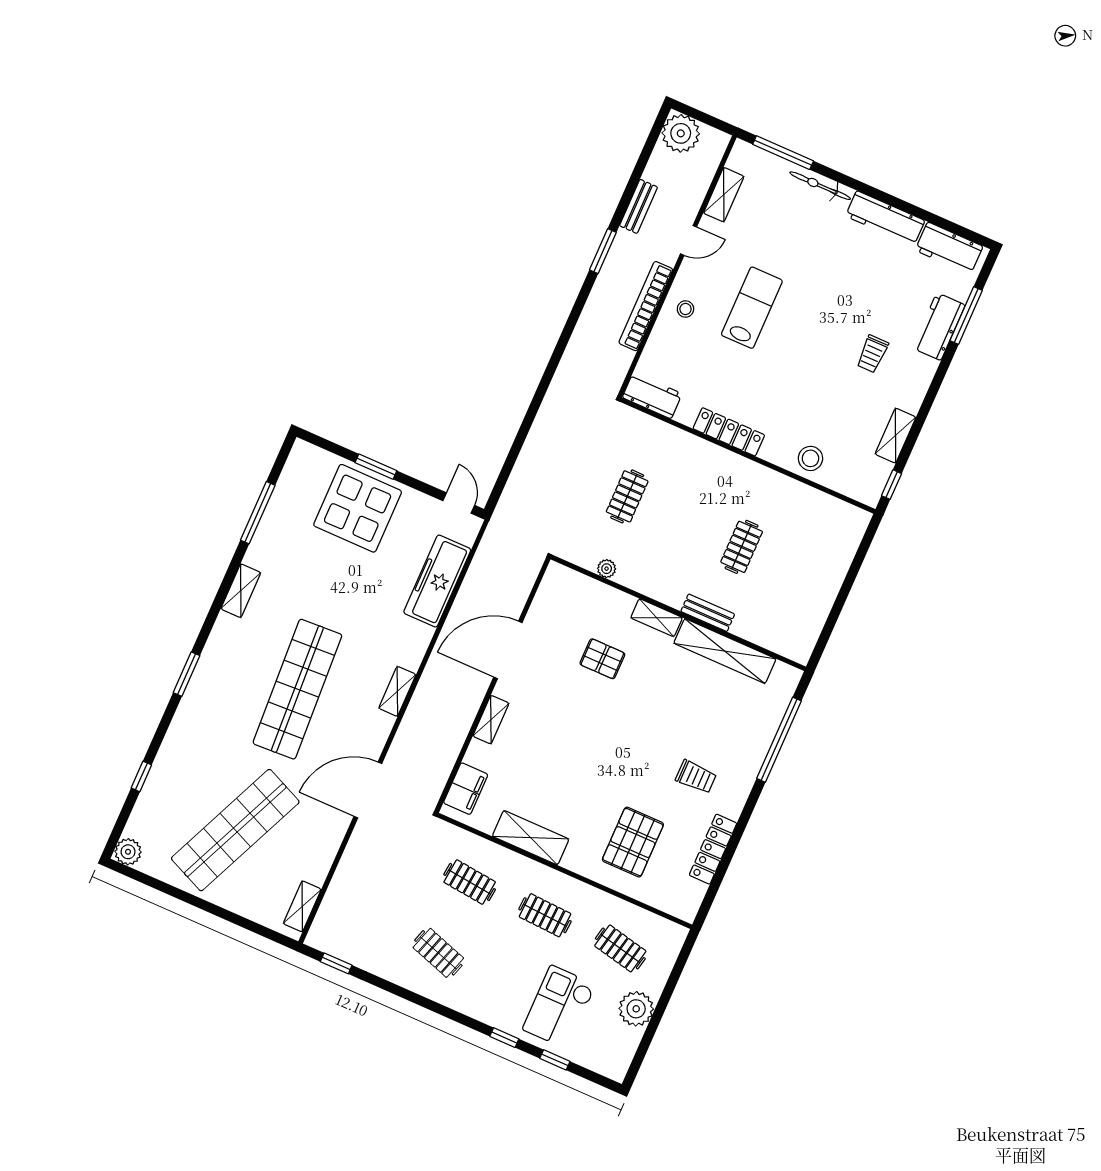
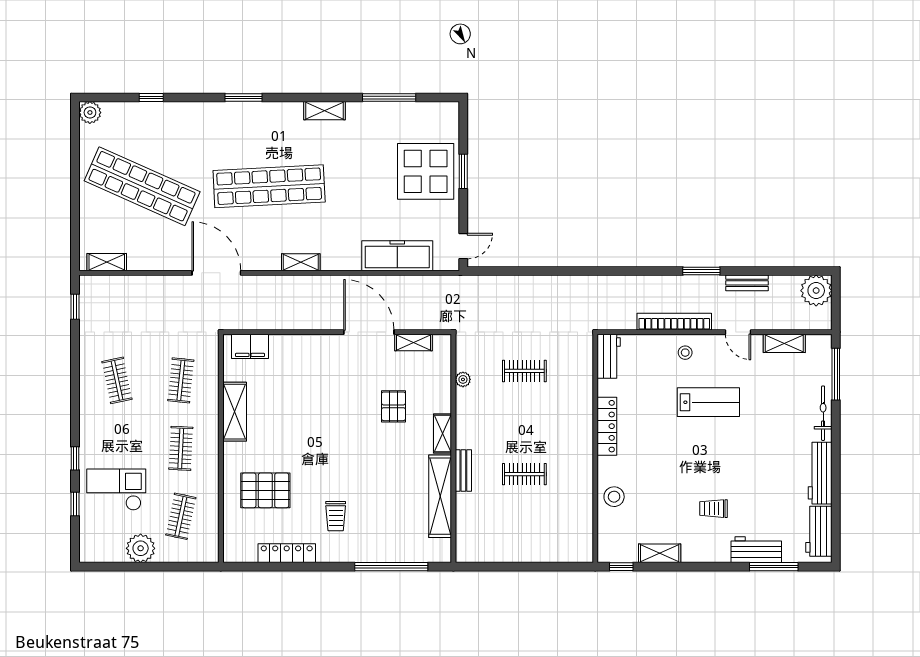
shelving: (491, 720) -> (414, 342), moved
clothes rail: (438, 953) -> (117, 380), turned -30

